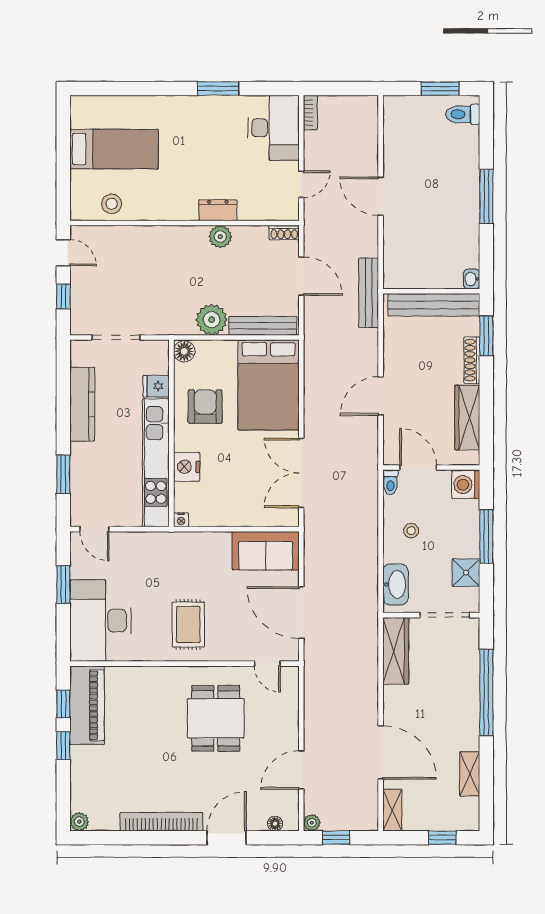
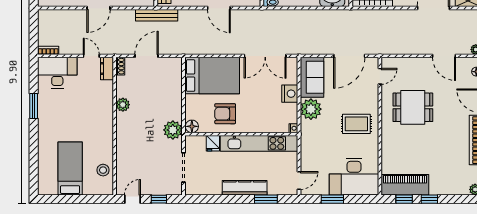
dresser: (218, 210) -> (107, 68), moved
plant: (212, 320) -> (173, 130), moved
bench: (263, 326) -> (177, 79), removed
kitchen counter: (82, 404) -> (245, 188), moved
nightstand: (187, 467) -> (290, 94), moved, turned -90
plant: (213, 549) -> (311, 109), added

